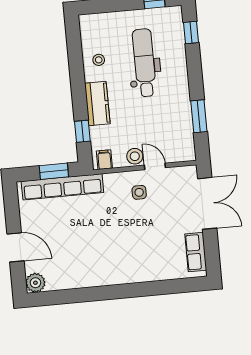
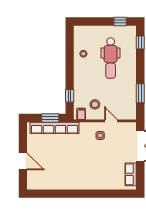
dental chair: (144, 63) -> (111, 58), turned 180
kitchen counter: (97, 103) -> (80, 80), removed
stool: (135, 156) -> (95, 104), moved
plant: (35, 283) -> (33, 184), removed

